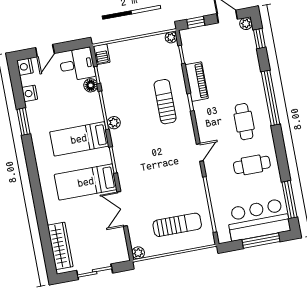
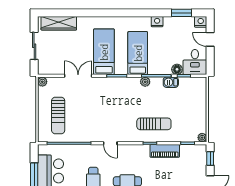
barbecue: (102, 54) -> (171, 82), moved
nightstand: (30, 93) -> (157, 22), moved
window: (23, 122) -> (181, 13), moved

